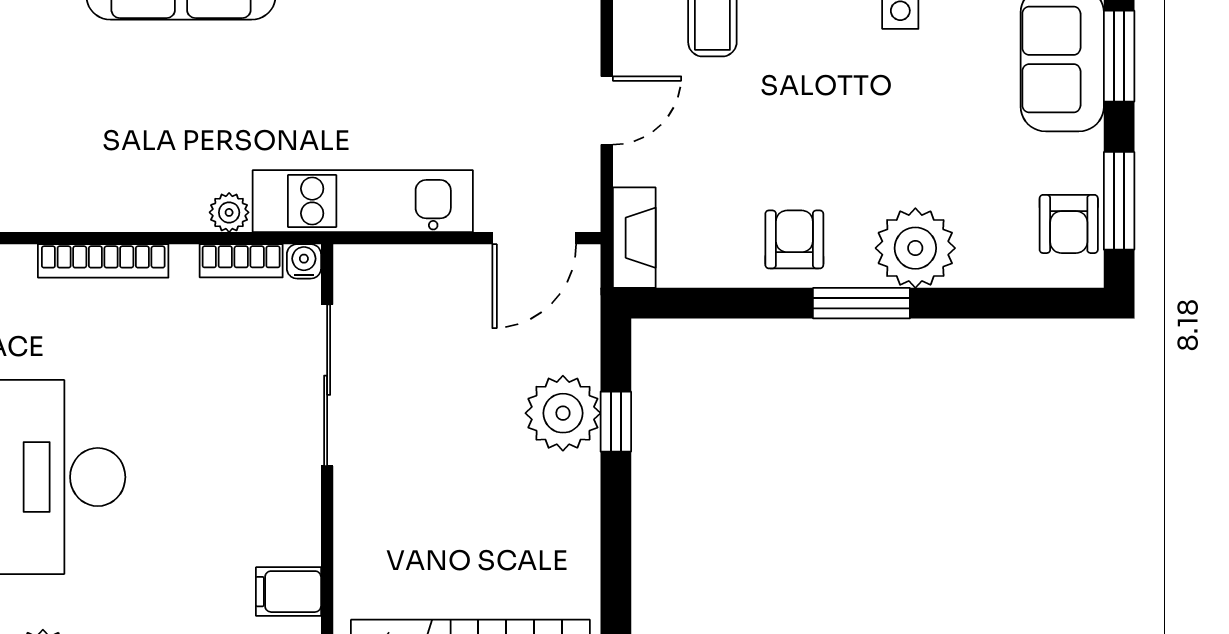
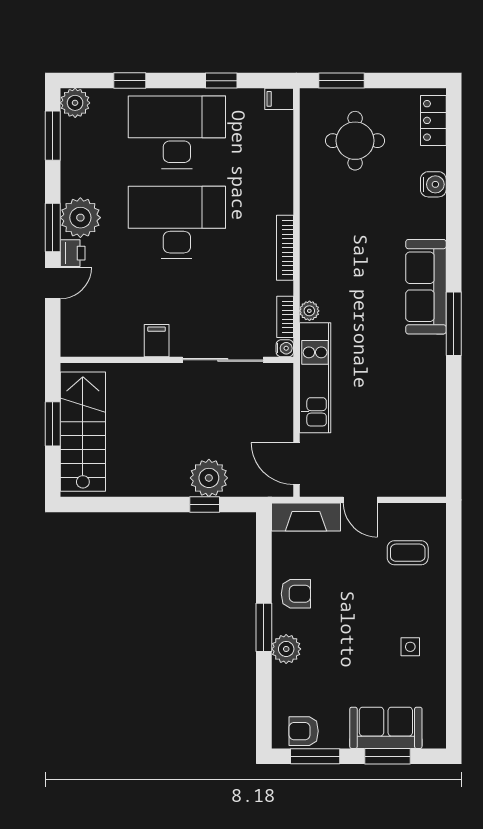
fireplace: (634, 238) -> (306, 517), width x1.37, depth x1.32
plant: (915, 248) -> (286, 649), width x0.73, depth x0.73
filing cabinet: (288, 592) -> (157, 341), moved

